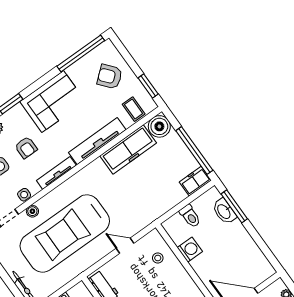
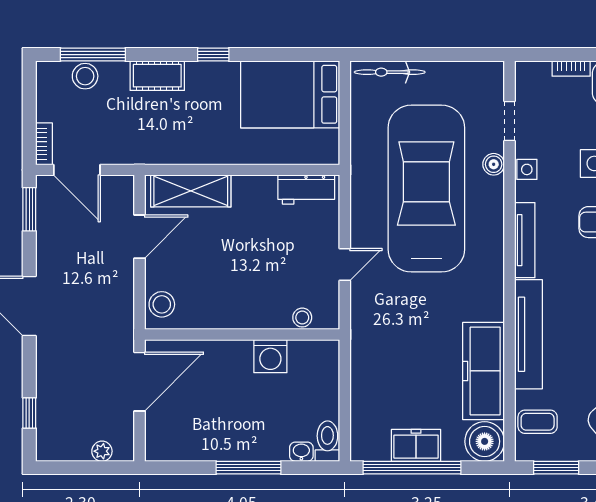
freezer: (195, 181) -> (416, 445), moved, turned -90
window: (234, 206) -> (248, 468), moved
washbasin: (224, 211) -> (301, 452), width x0.52, depth x0.69
toilet: (190, 216) -> (327, 441), moved, turned 90
stool: (158, 258) -> (302, 318), moved

